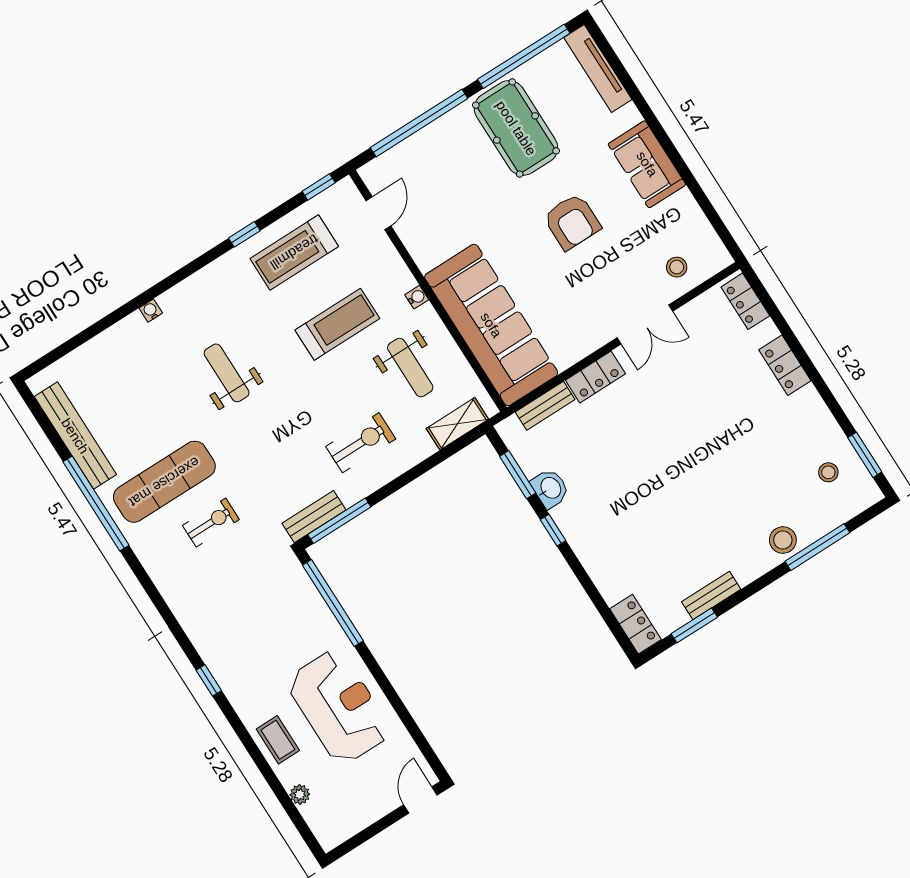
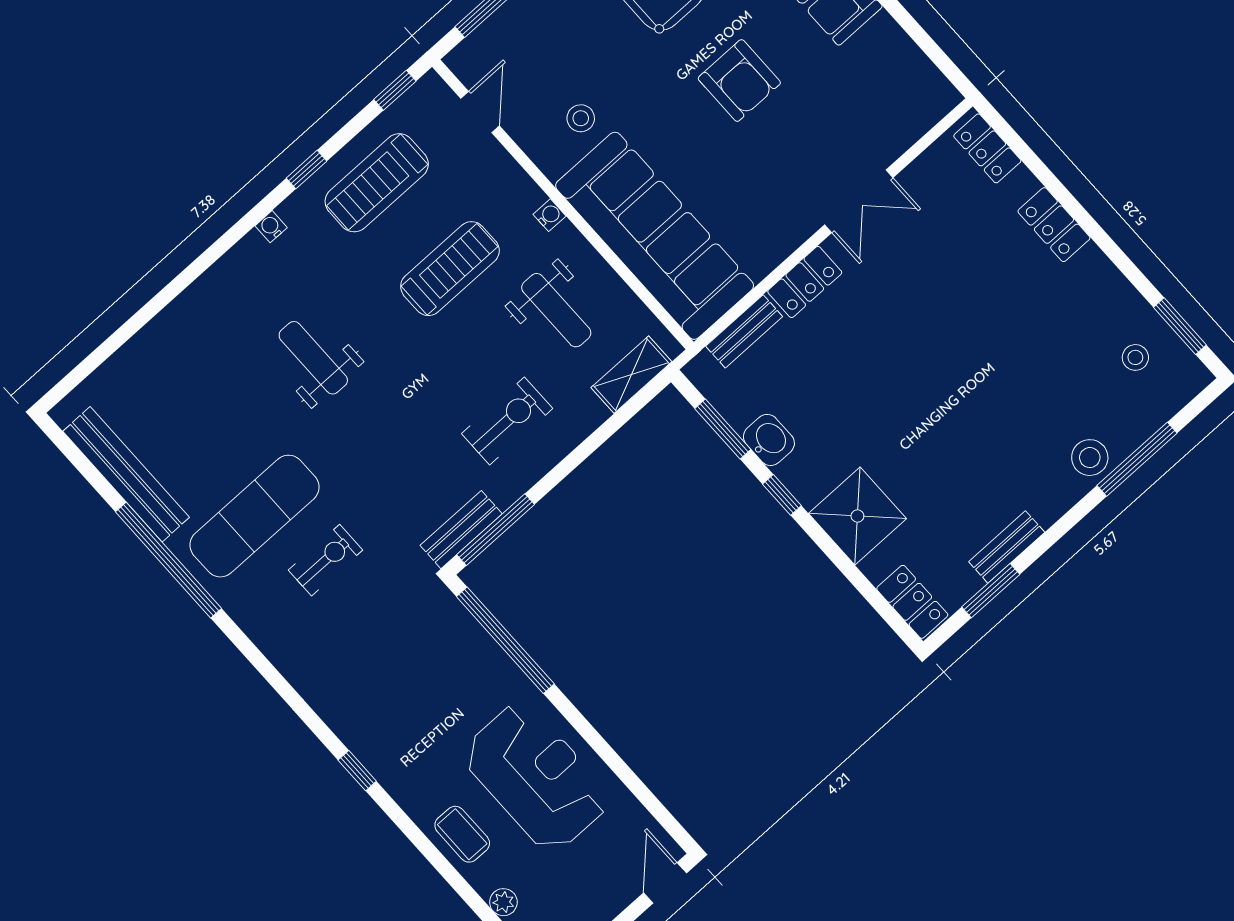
stool: (677, 267) -> (581, 118), moved
water cooler: (151, 311) -> (271, 227), moved
shower: (606, 555) -> (857, 516), added

